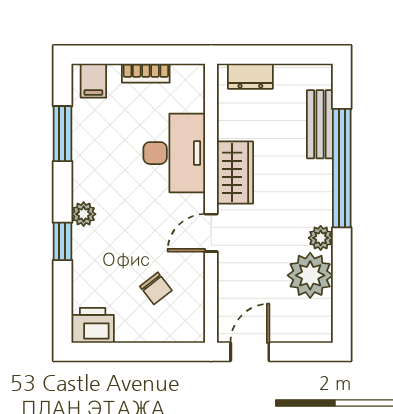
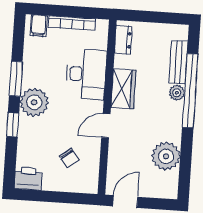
bookcase: (146, 73) -> (72, 23), width x1.56
dresser: (250, 76) -> (123, 40), moved, turned -90
window: (62, 134) -> (16, 79), moved
plant: (84, 214) -> (34, 102), width x1.87, depth x1.87
plant: (321, 238) -> (177, 93), moved

